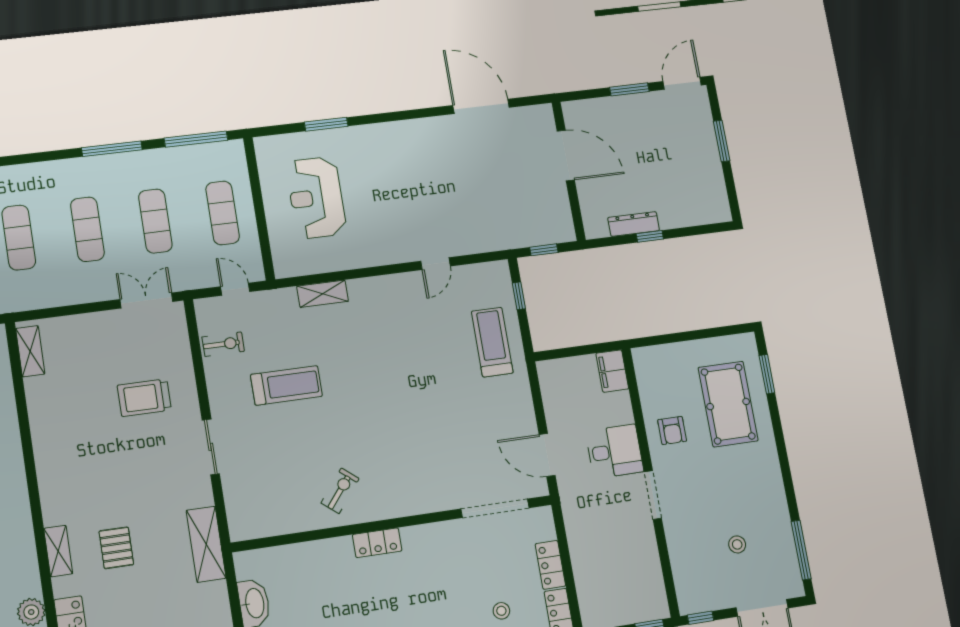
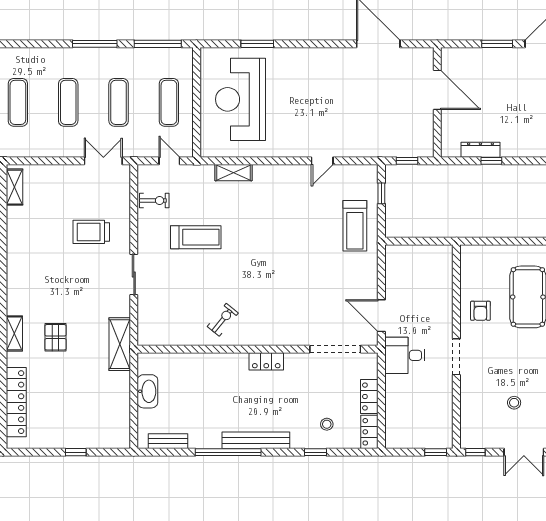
reception desk: (316, 198) -> (240, 99), width x1.36, depth x1.30
treadmill: (492, 342) -> (355, 226), turned 180
filing cabinet: (612, 371) -> (443, 260), removed
desk: (614, 451) -> (405, 355), moved, turned 180
locker: (377, 543) -> (266, 361), moved

